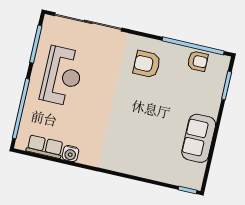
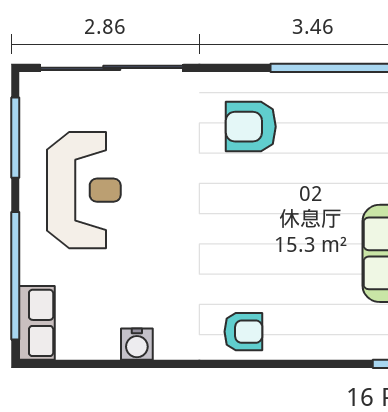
armchair: (198, 61) -> (243, 332), moved
row of seats: (45, 147) -> (37, 323), moved, turned 90

